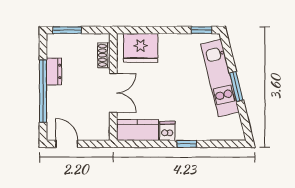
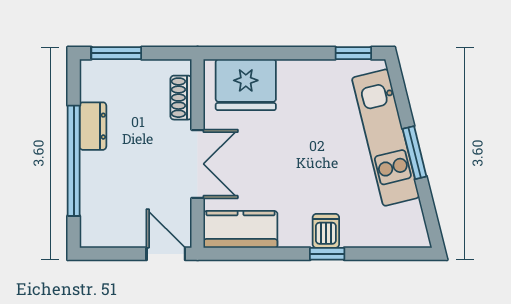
dishwasher: (167, 131) -> (326, 231), moved
door: (67, 144) -> (166, 254), moved

